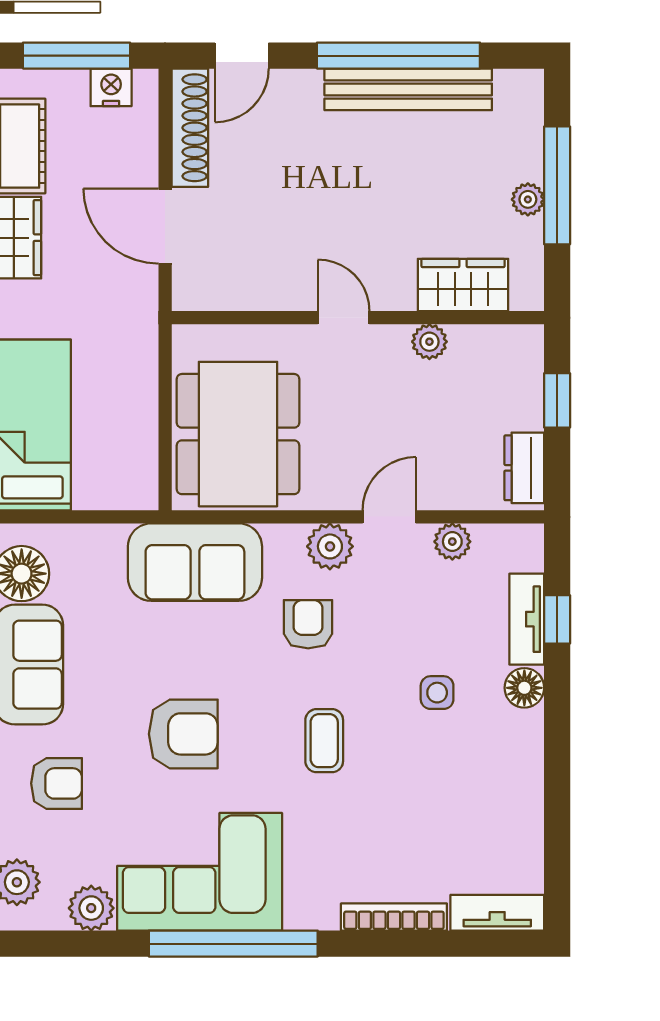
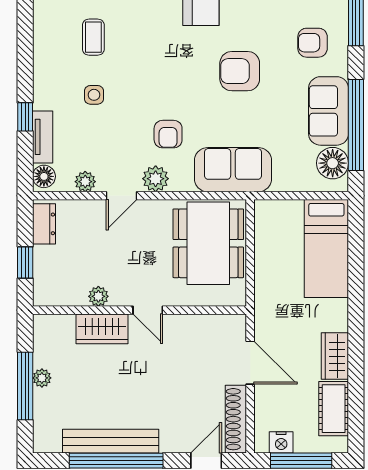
wardrobe: (463, 285) -> (102, 329), moved
window: (557, 619) -> (25, 117), moved
floor lamp: (524, 688) -> (44, 176), moved
coffee table: (324, 741) -> (93, 37), moved

